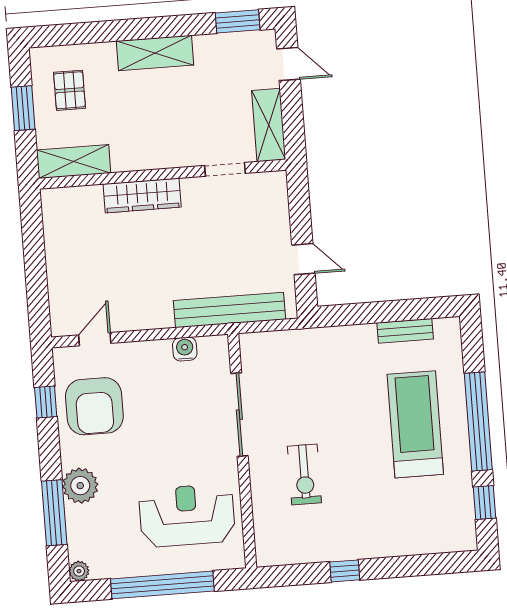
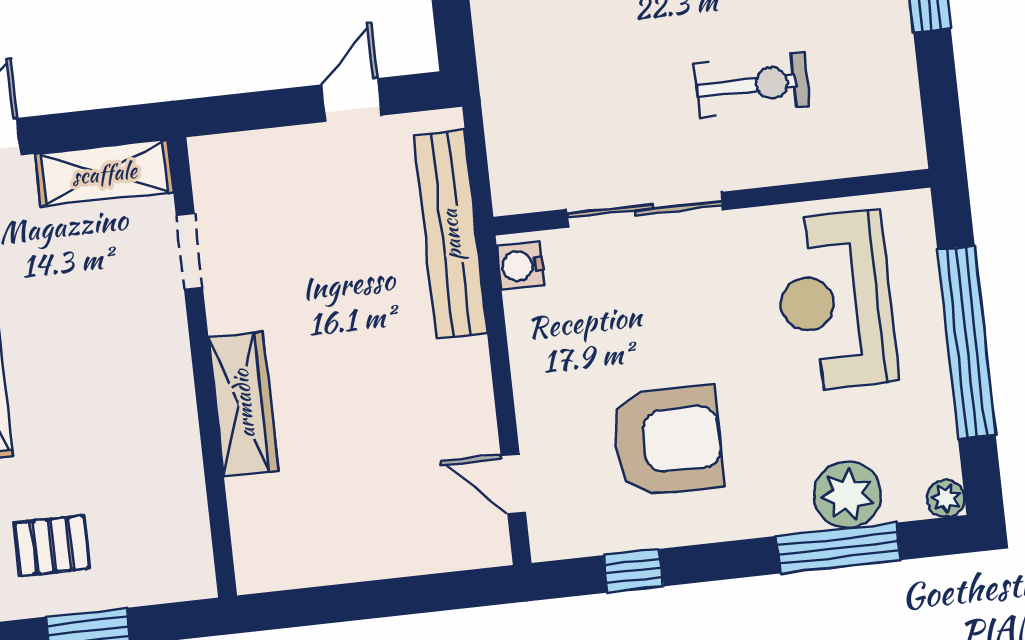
shelving: (74, 161) -> (184, 534), removed
water cooler: (185, 349) -> (521, 266), moved
armchair: (94, 406) -> (667, 441), moved
plant: (80, 486) -> (847, 495), moved

